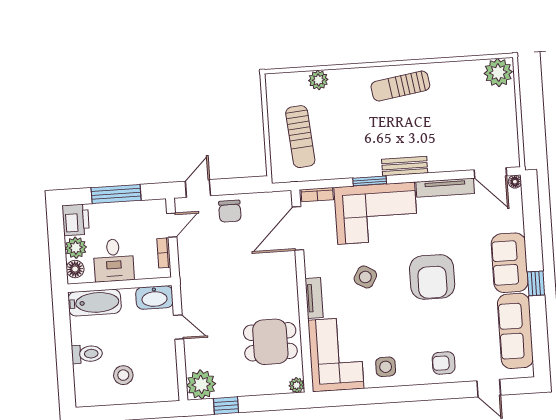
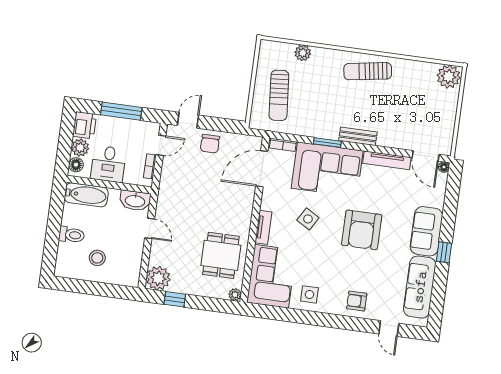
dining table: (270, 342) -> (221, 255), turned 90

